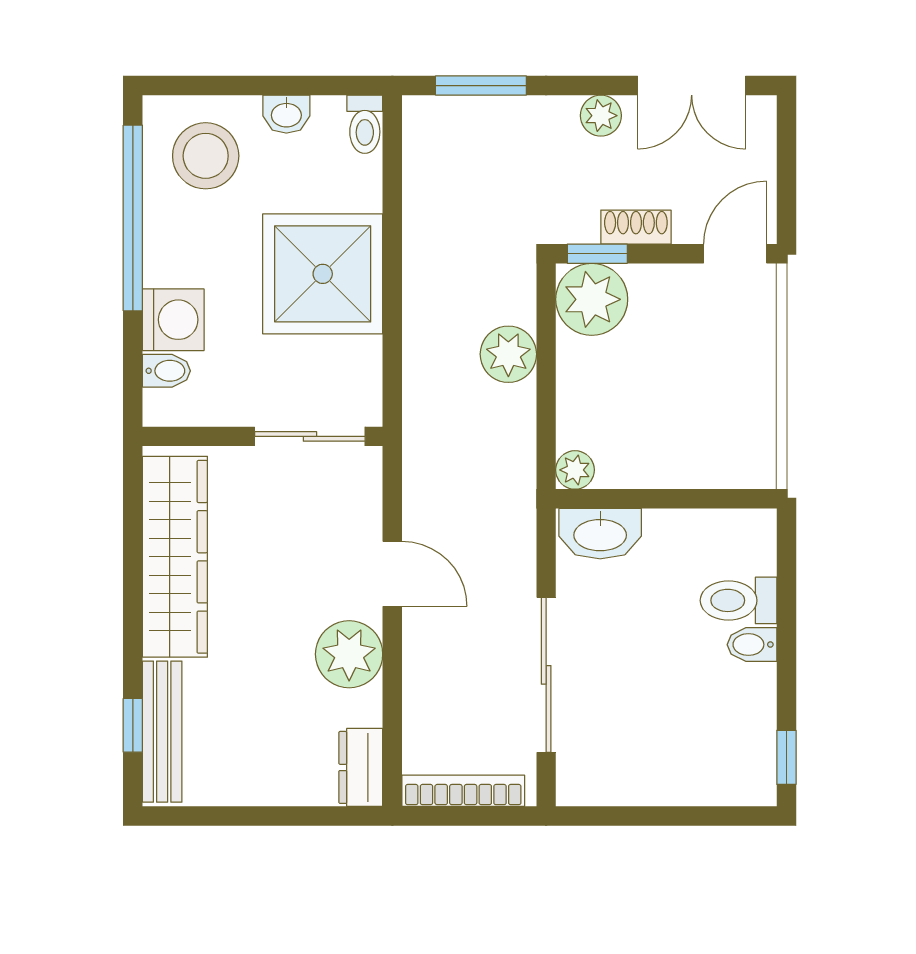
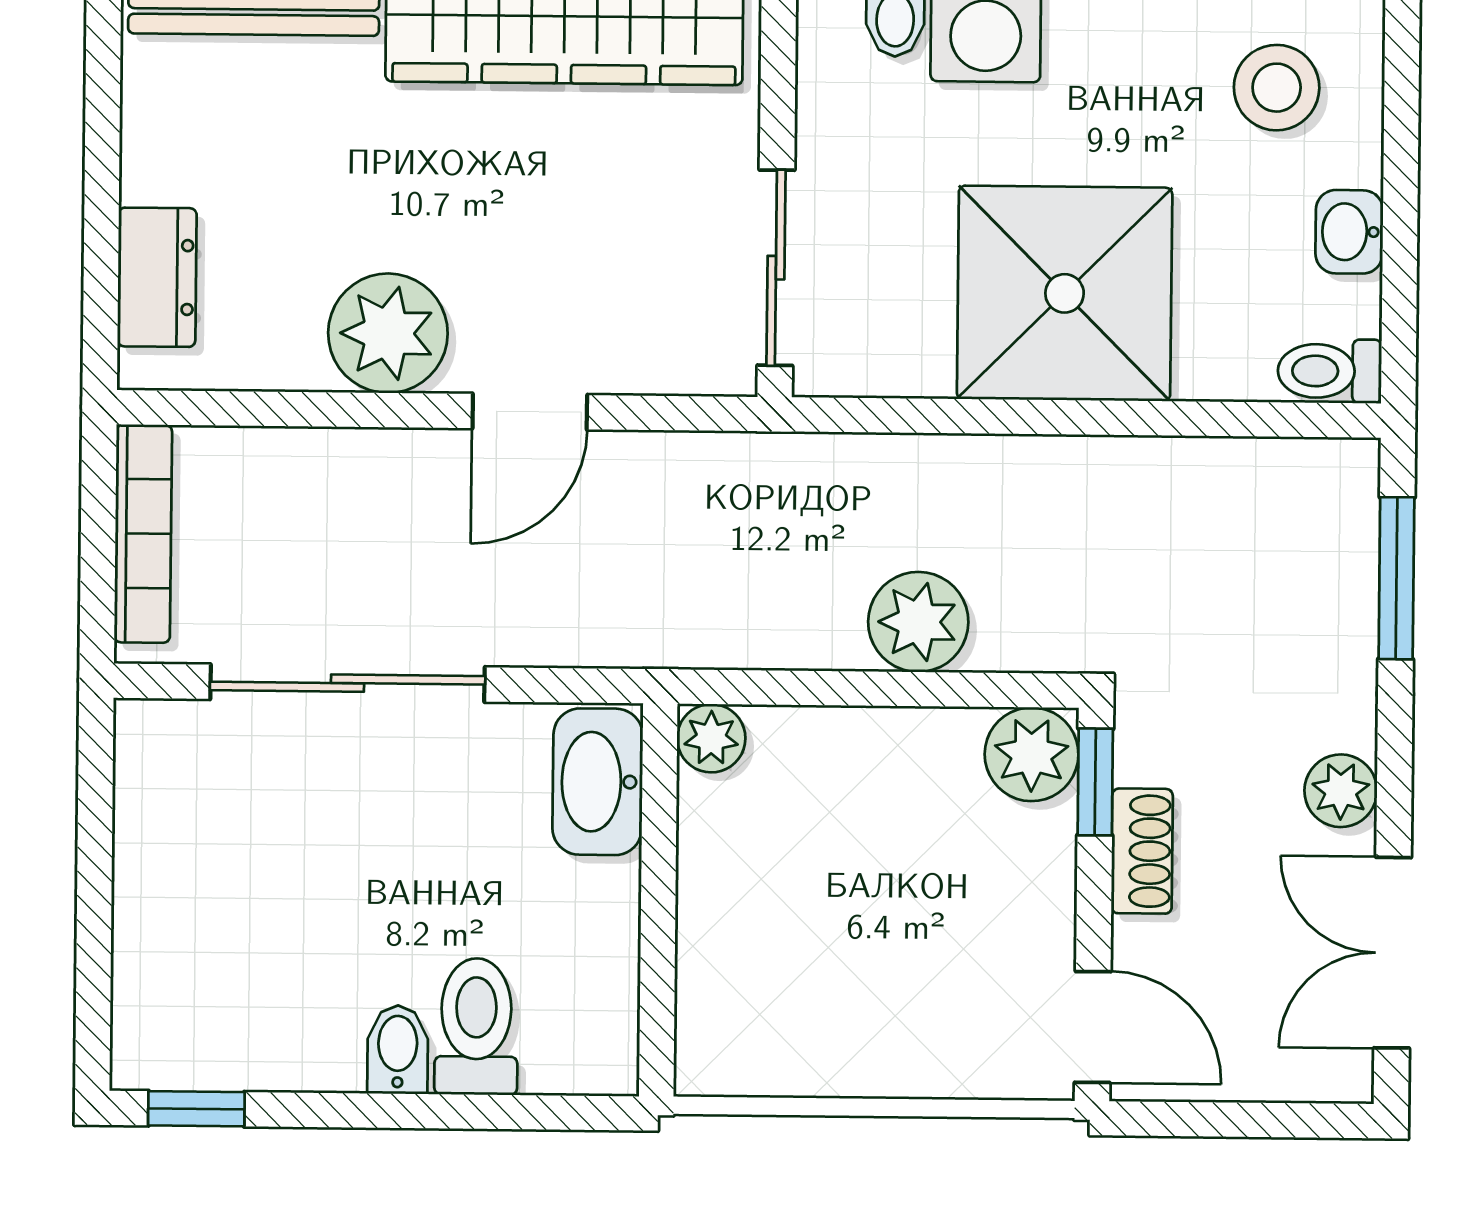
stool: (206, 156) -> (1277, 88), width x0.73, depth x0.73
plant: (592, 299) -> (1032, 754), width x0.73, depth x0.73
dresser: (361, 767) -> (157, 277), moved, turned 90

